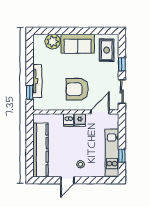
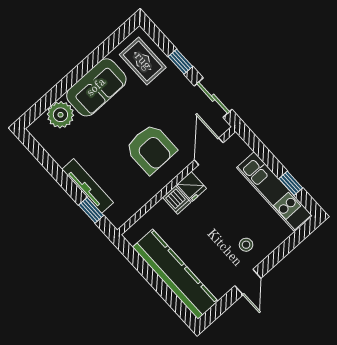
armchair: (77, 89) -> (151, 149), turned -90

